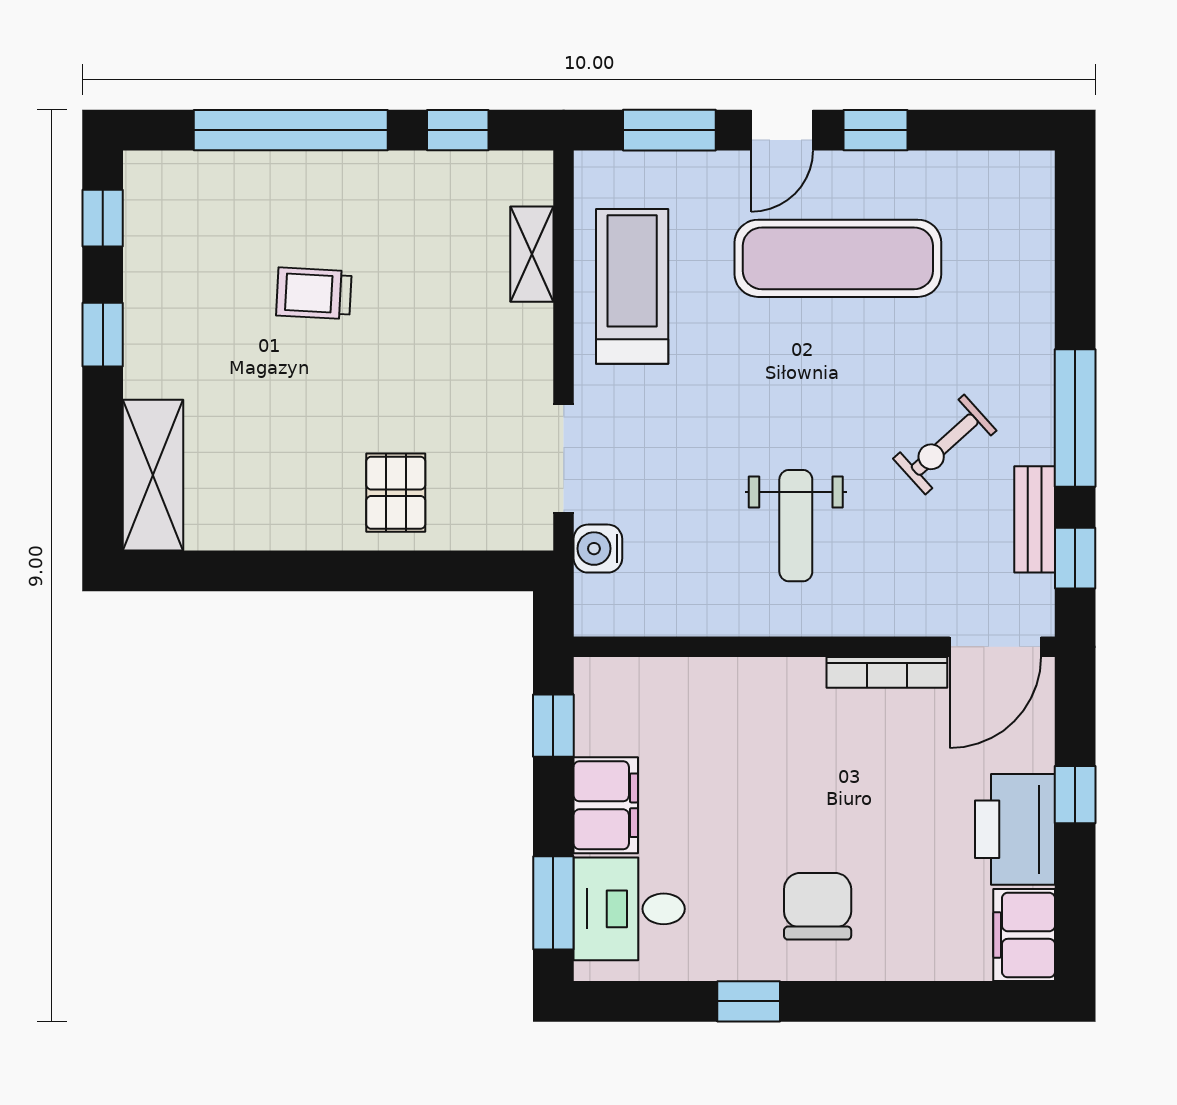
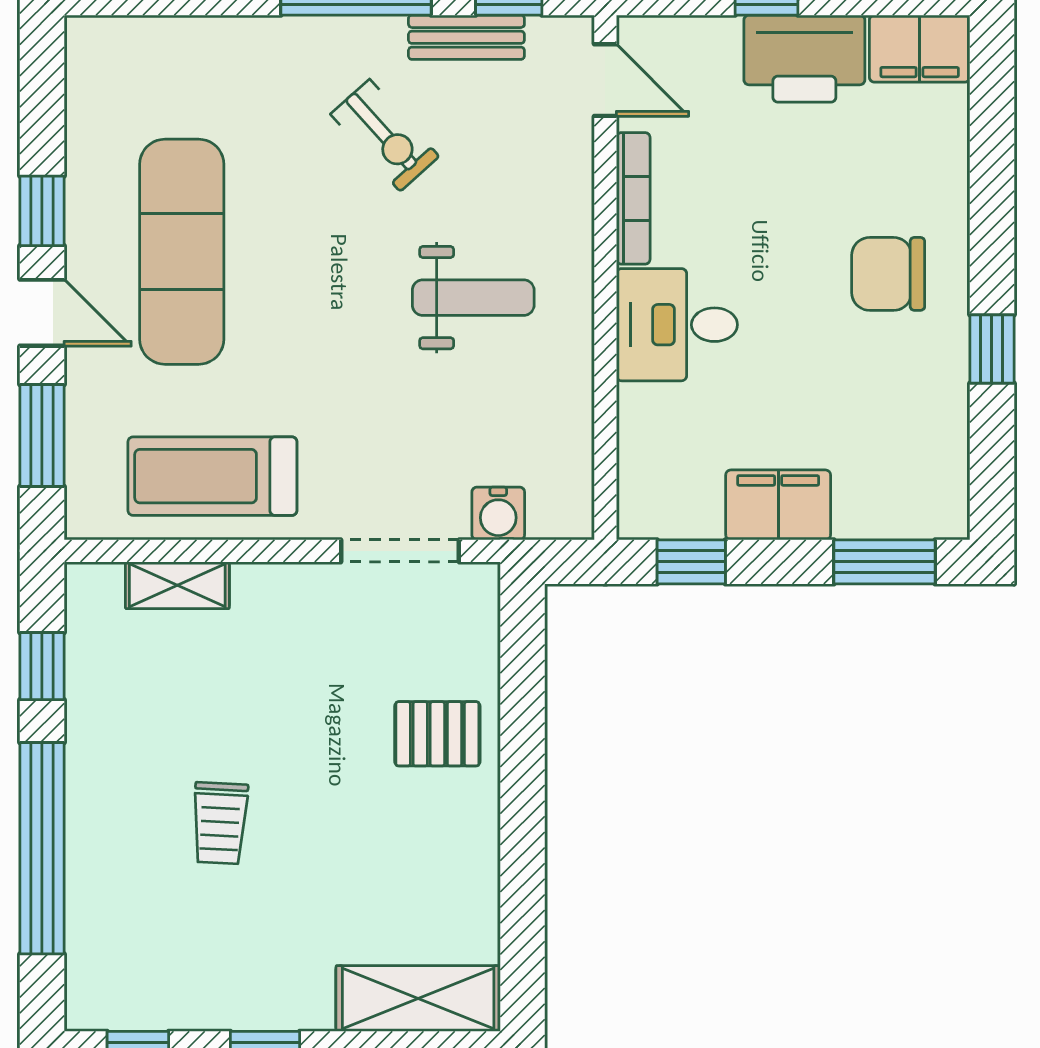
door: (995, 647) -> (605, 80), width x0.73
desk: (629, 909) -> (677, 325), moved, turned 90

